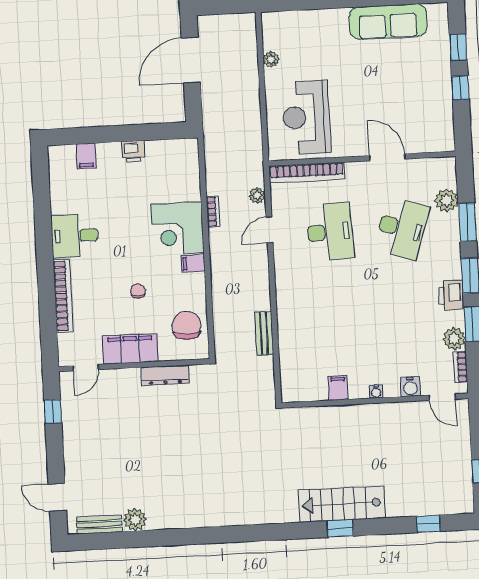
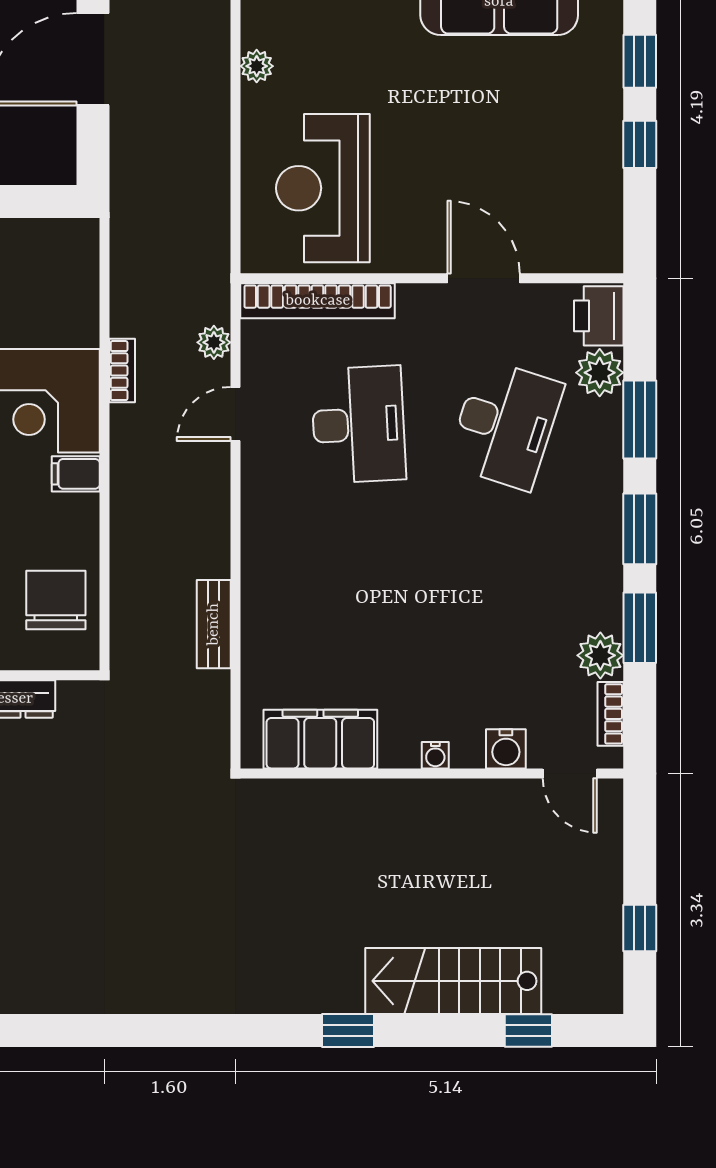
printer: (451, 295) -> (599, 316), moved
filing cabinet: (338, 388) -> (320, 739), width x3.00, depth x1.17
stairs: (342, 504) -> (453, 981), moved

